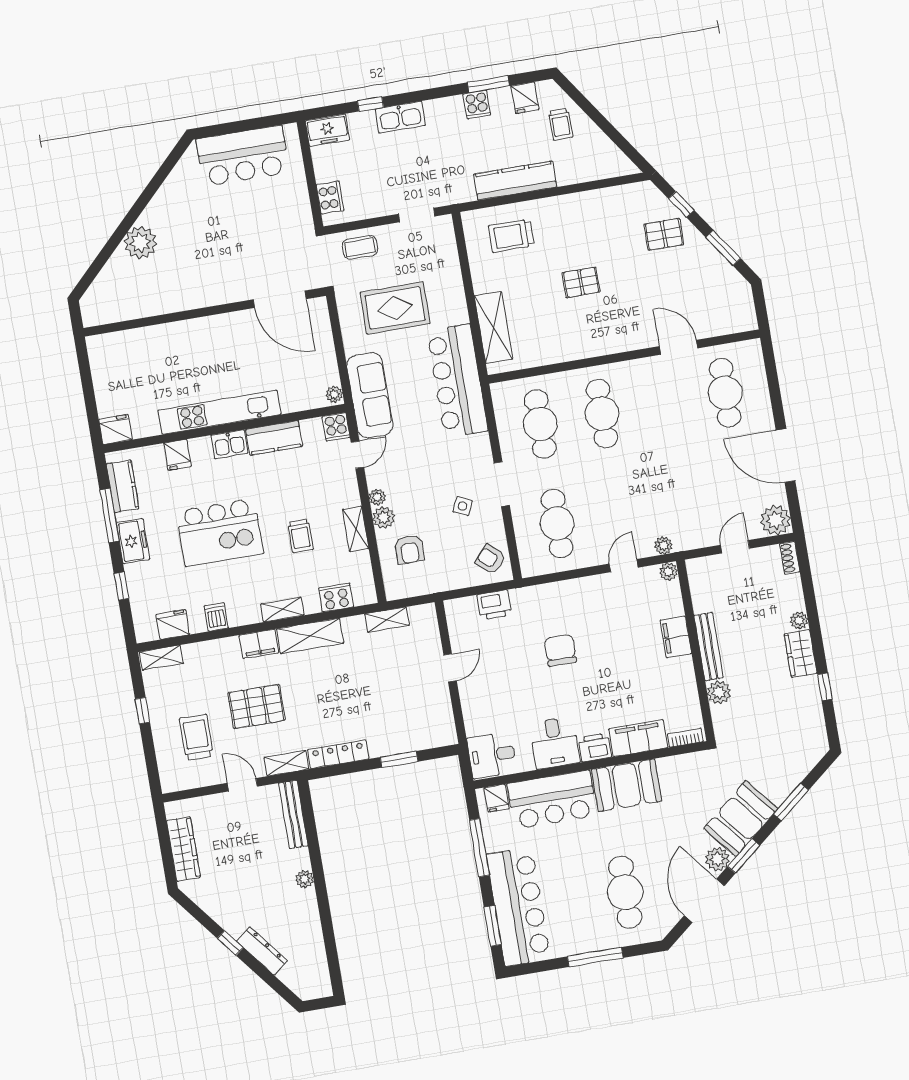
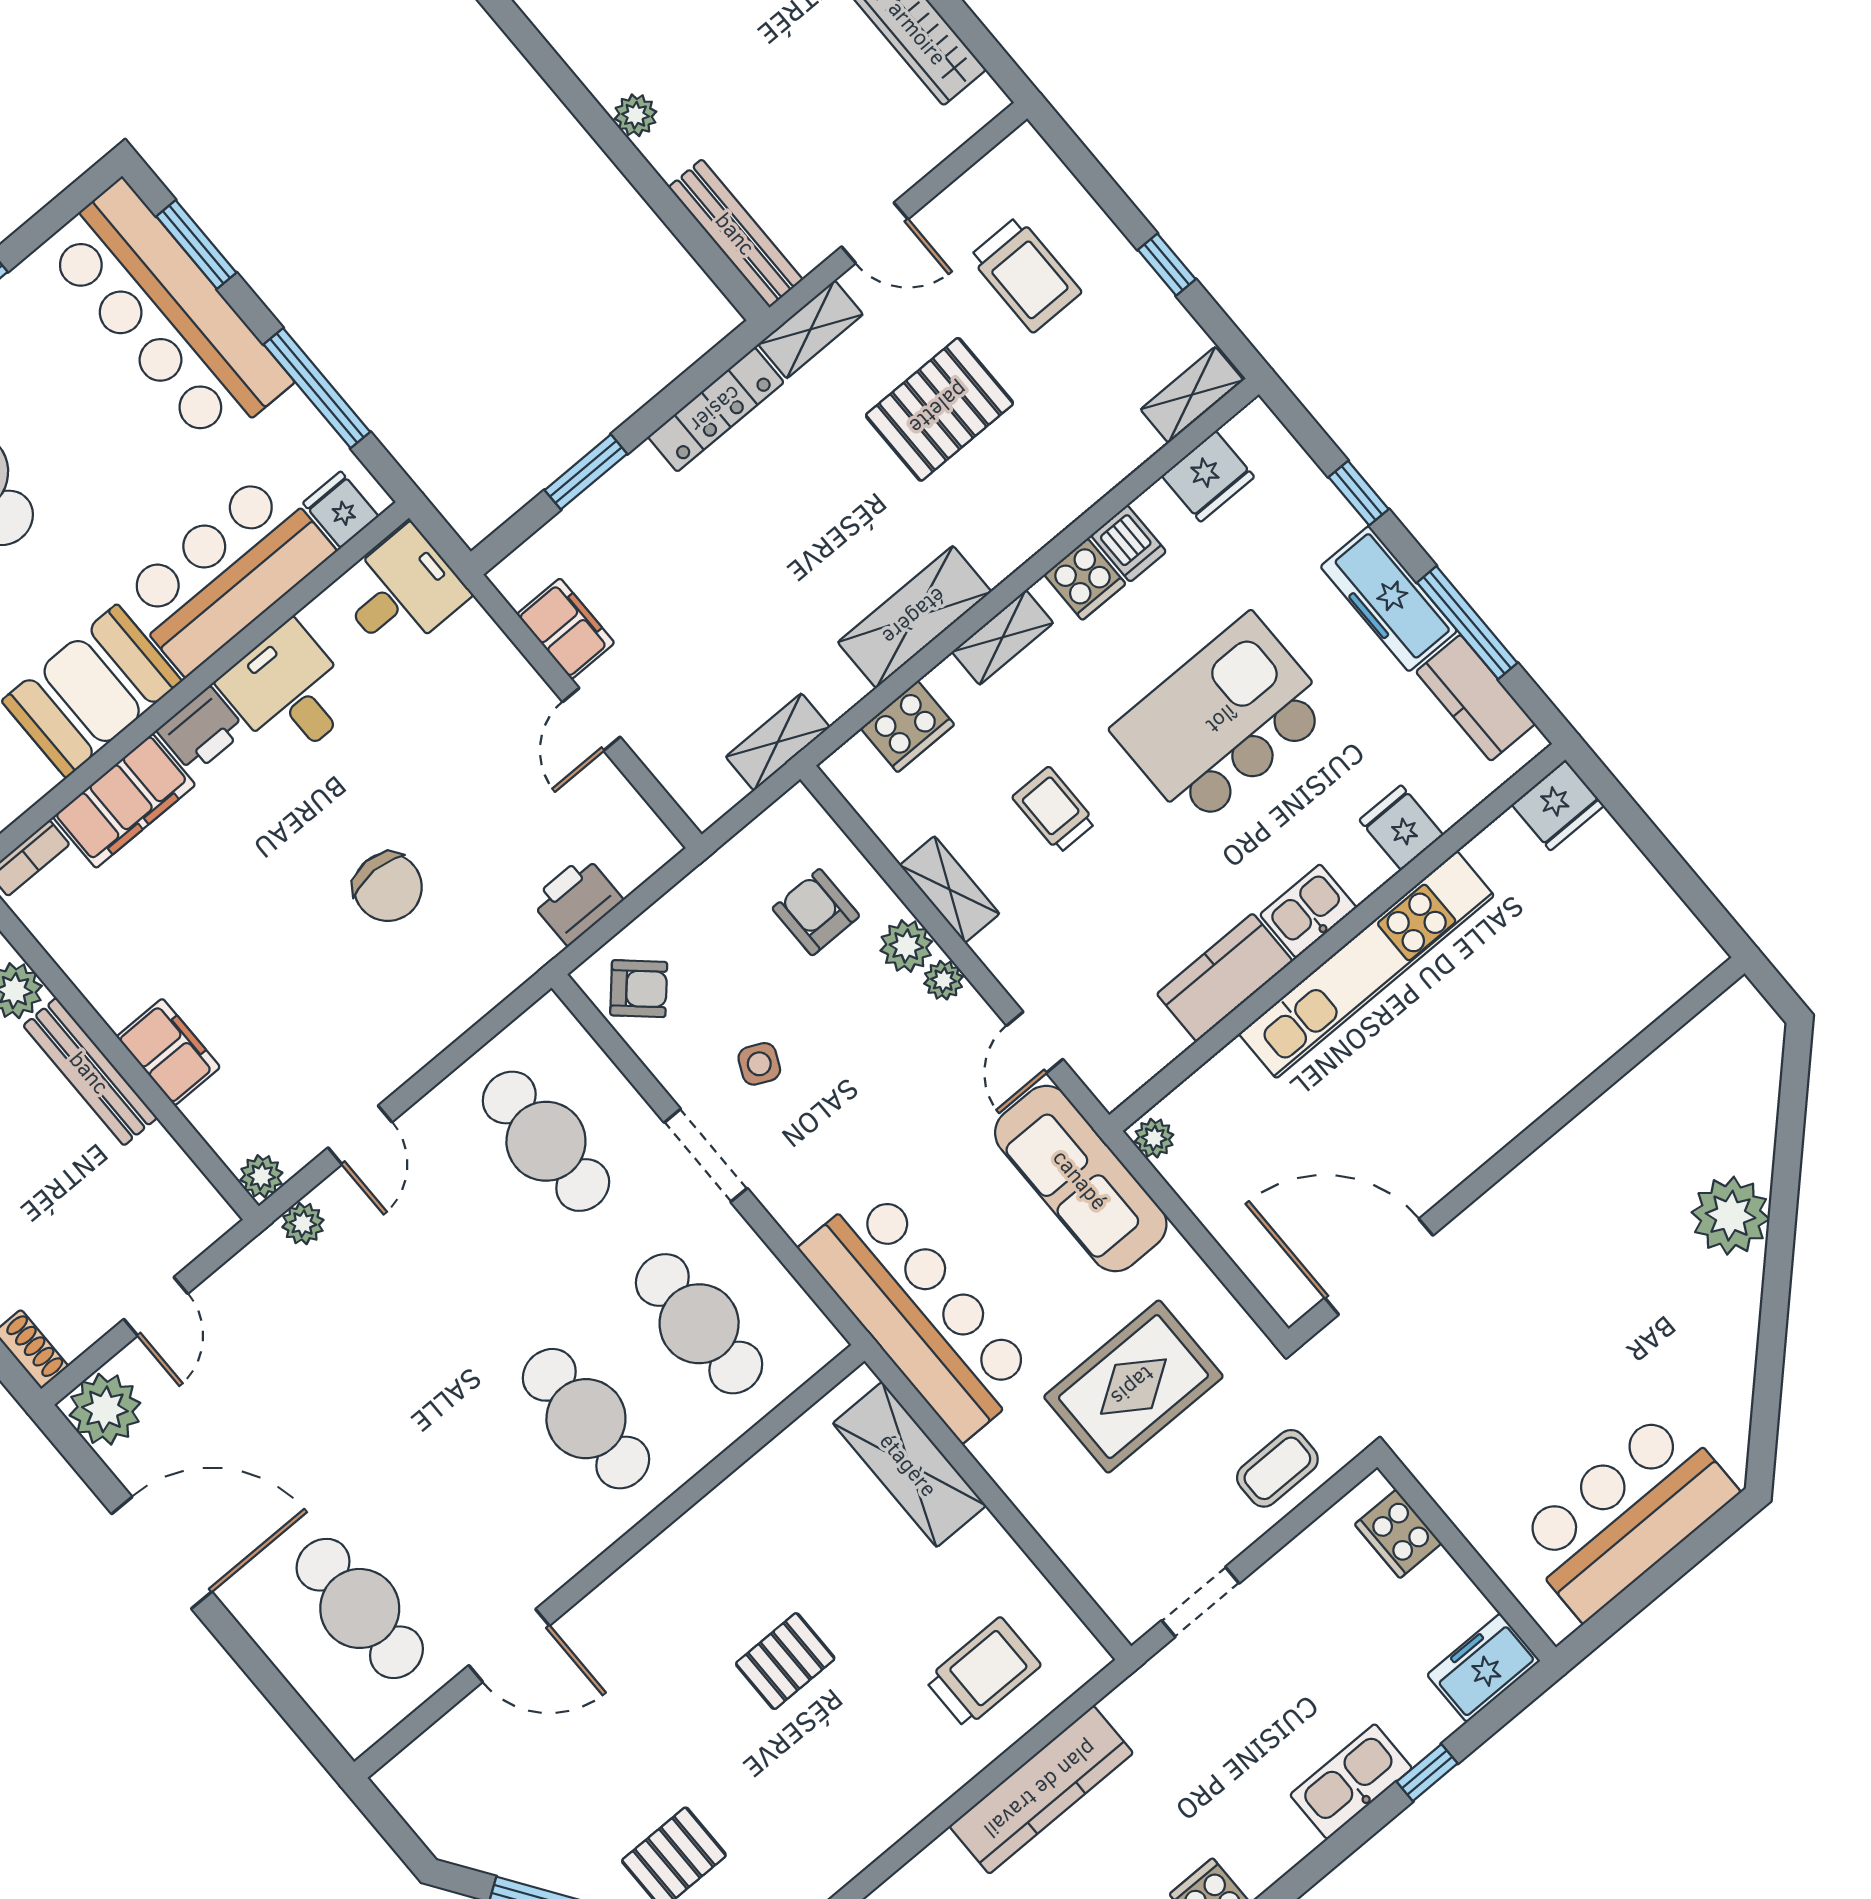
cooker: (336, 427) -> (1085, 579), moved, turned 180
freezer: (133, 541) -> (1389, 599), width x1.40
filing cabinet: (259, 644) -> (566, 629), moved, turned 90

